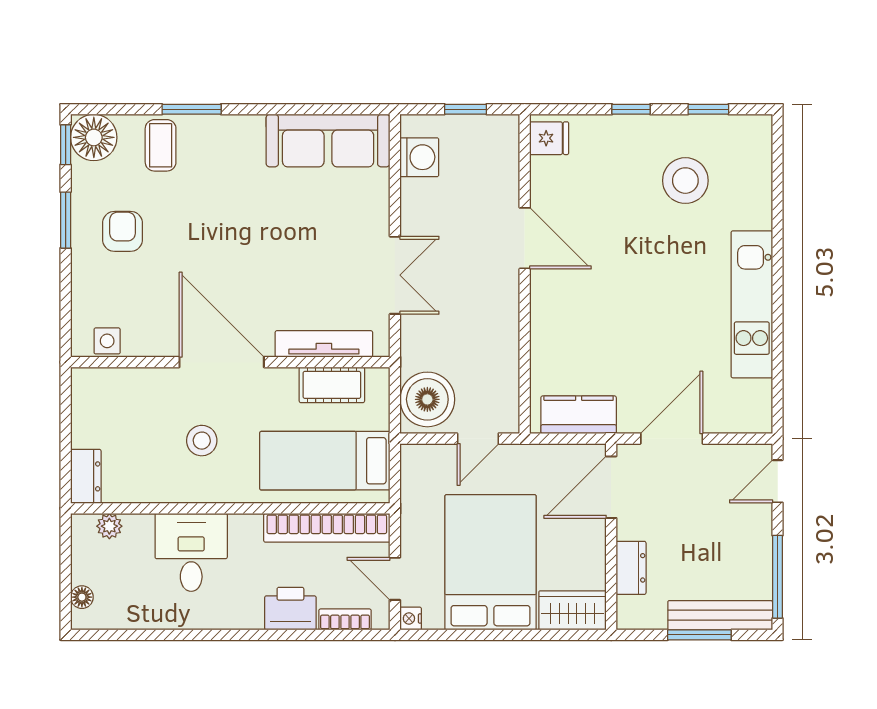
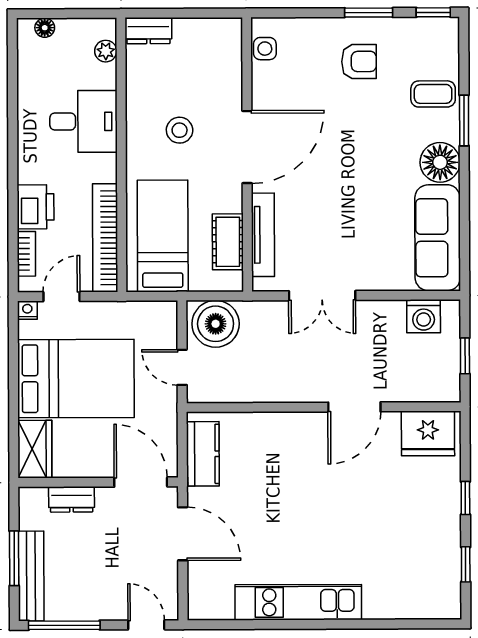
floor lamp: (94, 137) -> (440, 162), moved
fridge: (549, 138) -> (428, 433), width x1.88, depth x1.34
stool: (685, 181) -> (404, 545), removed

